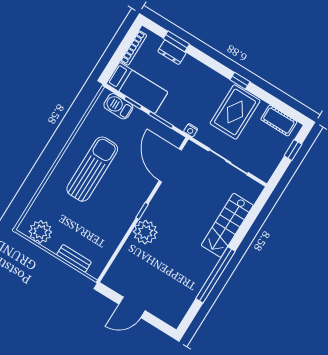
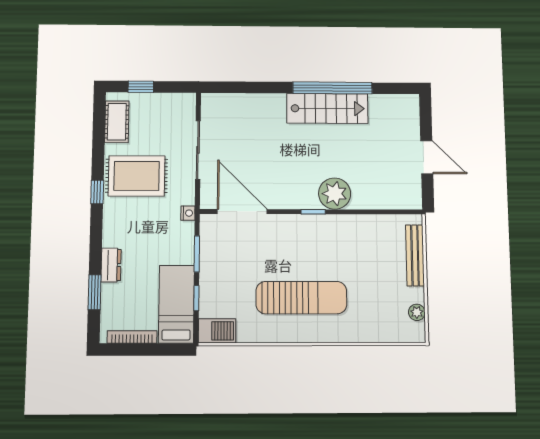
dresser: (172, 52) -> (111, 265), moved
barbecue: (118, 106) -> (217, 331), moved, turned -90
door: (170, 165) -> (242, 212), swing flipped
sun lounger: (92, 169) -> (301, 298), turned 180
stairs: (227, 225) -> (327, 108), moved
plant: (40, 232) -> (417, 312), width x0.53, depth x0.53
bench: (74, 258) -> (415, 255), width x1.36

